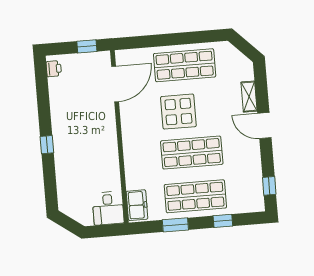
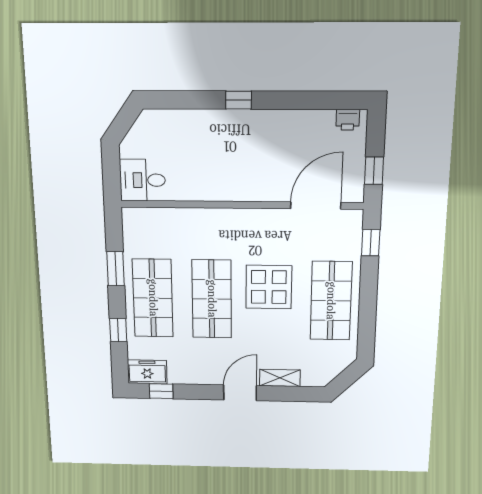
window: (138, 42) -> (371, 243), added
door: (115, 84) -> (316, 205), swing flipped
freezer: (137, 205) -> (147, 372), moved, turned 180

